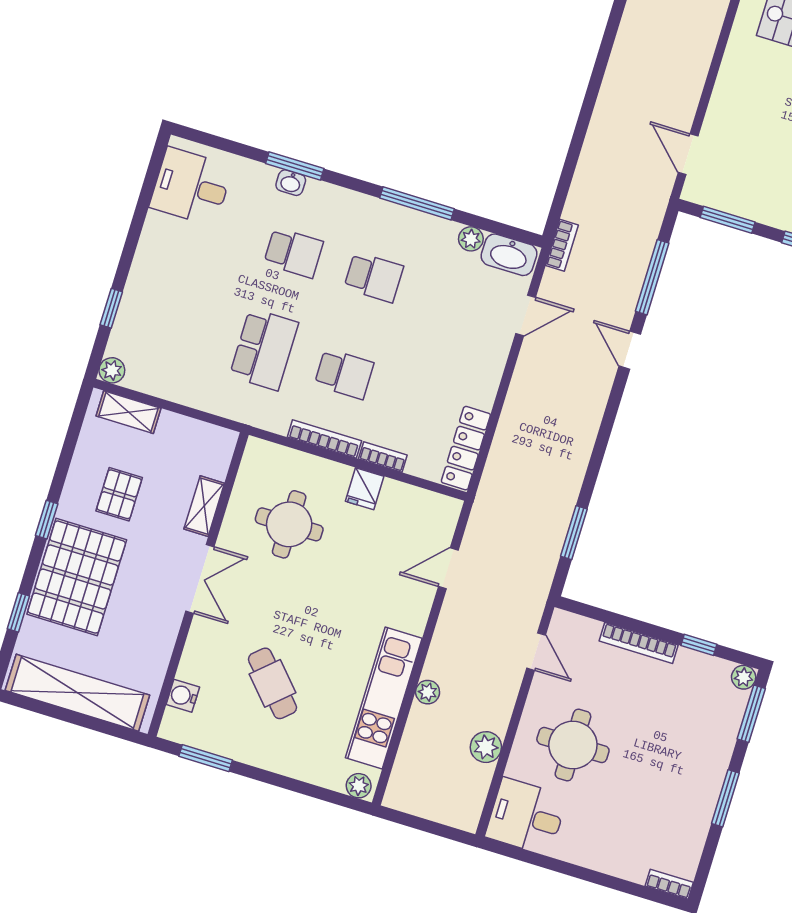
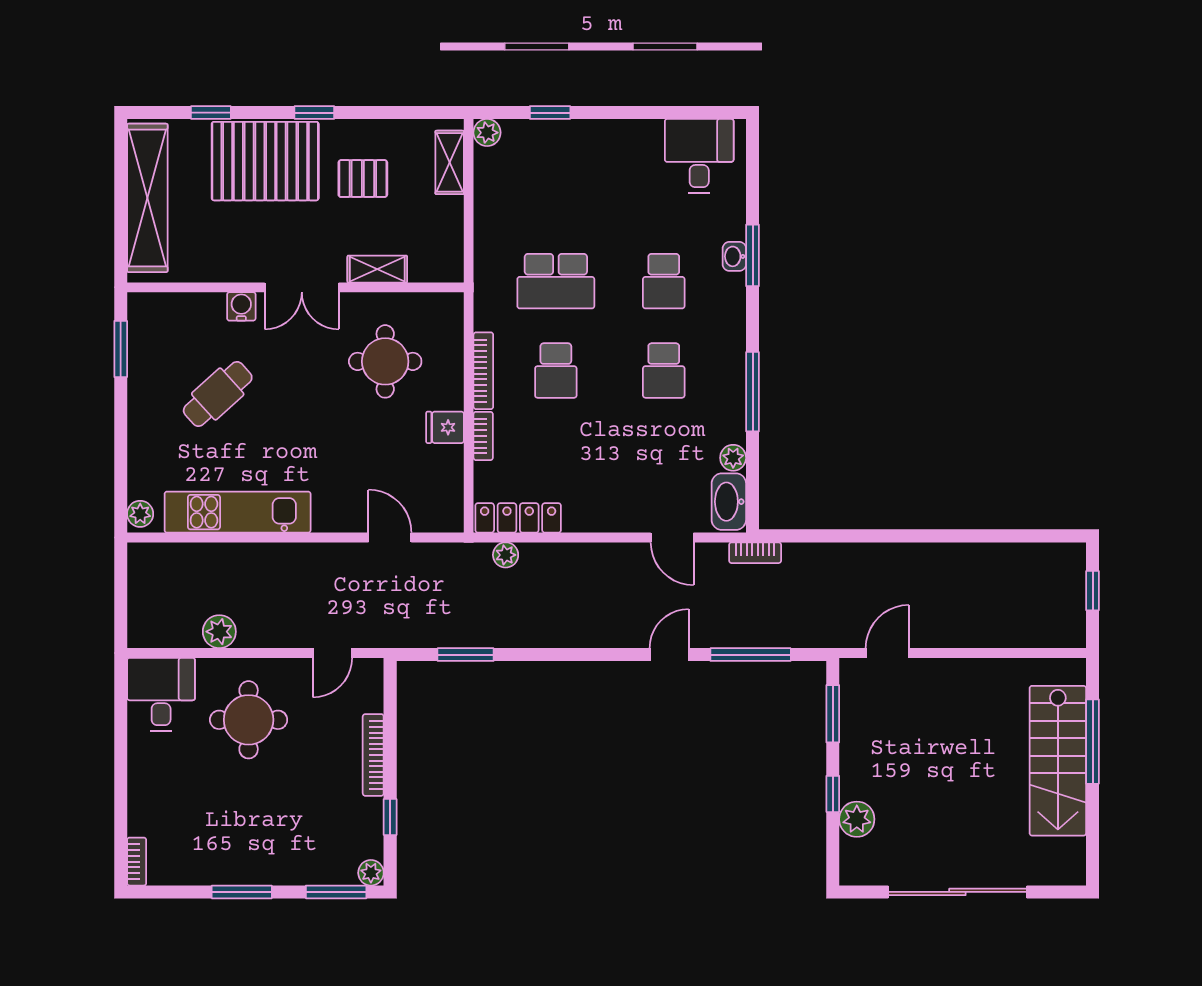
plant: (428, 692) -> (506, 555), moved
water cooler: (183, 696) -> (241, 306), moved

